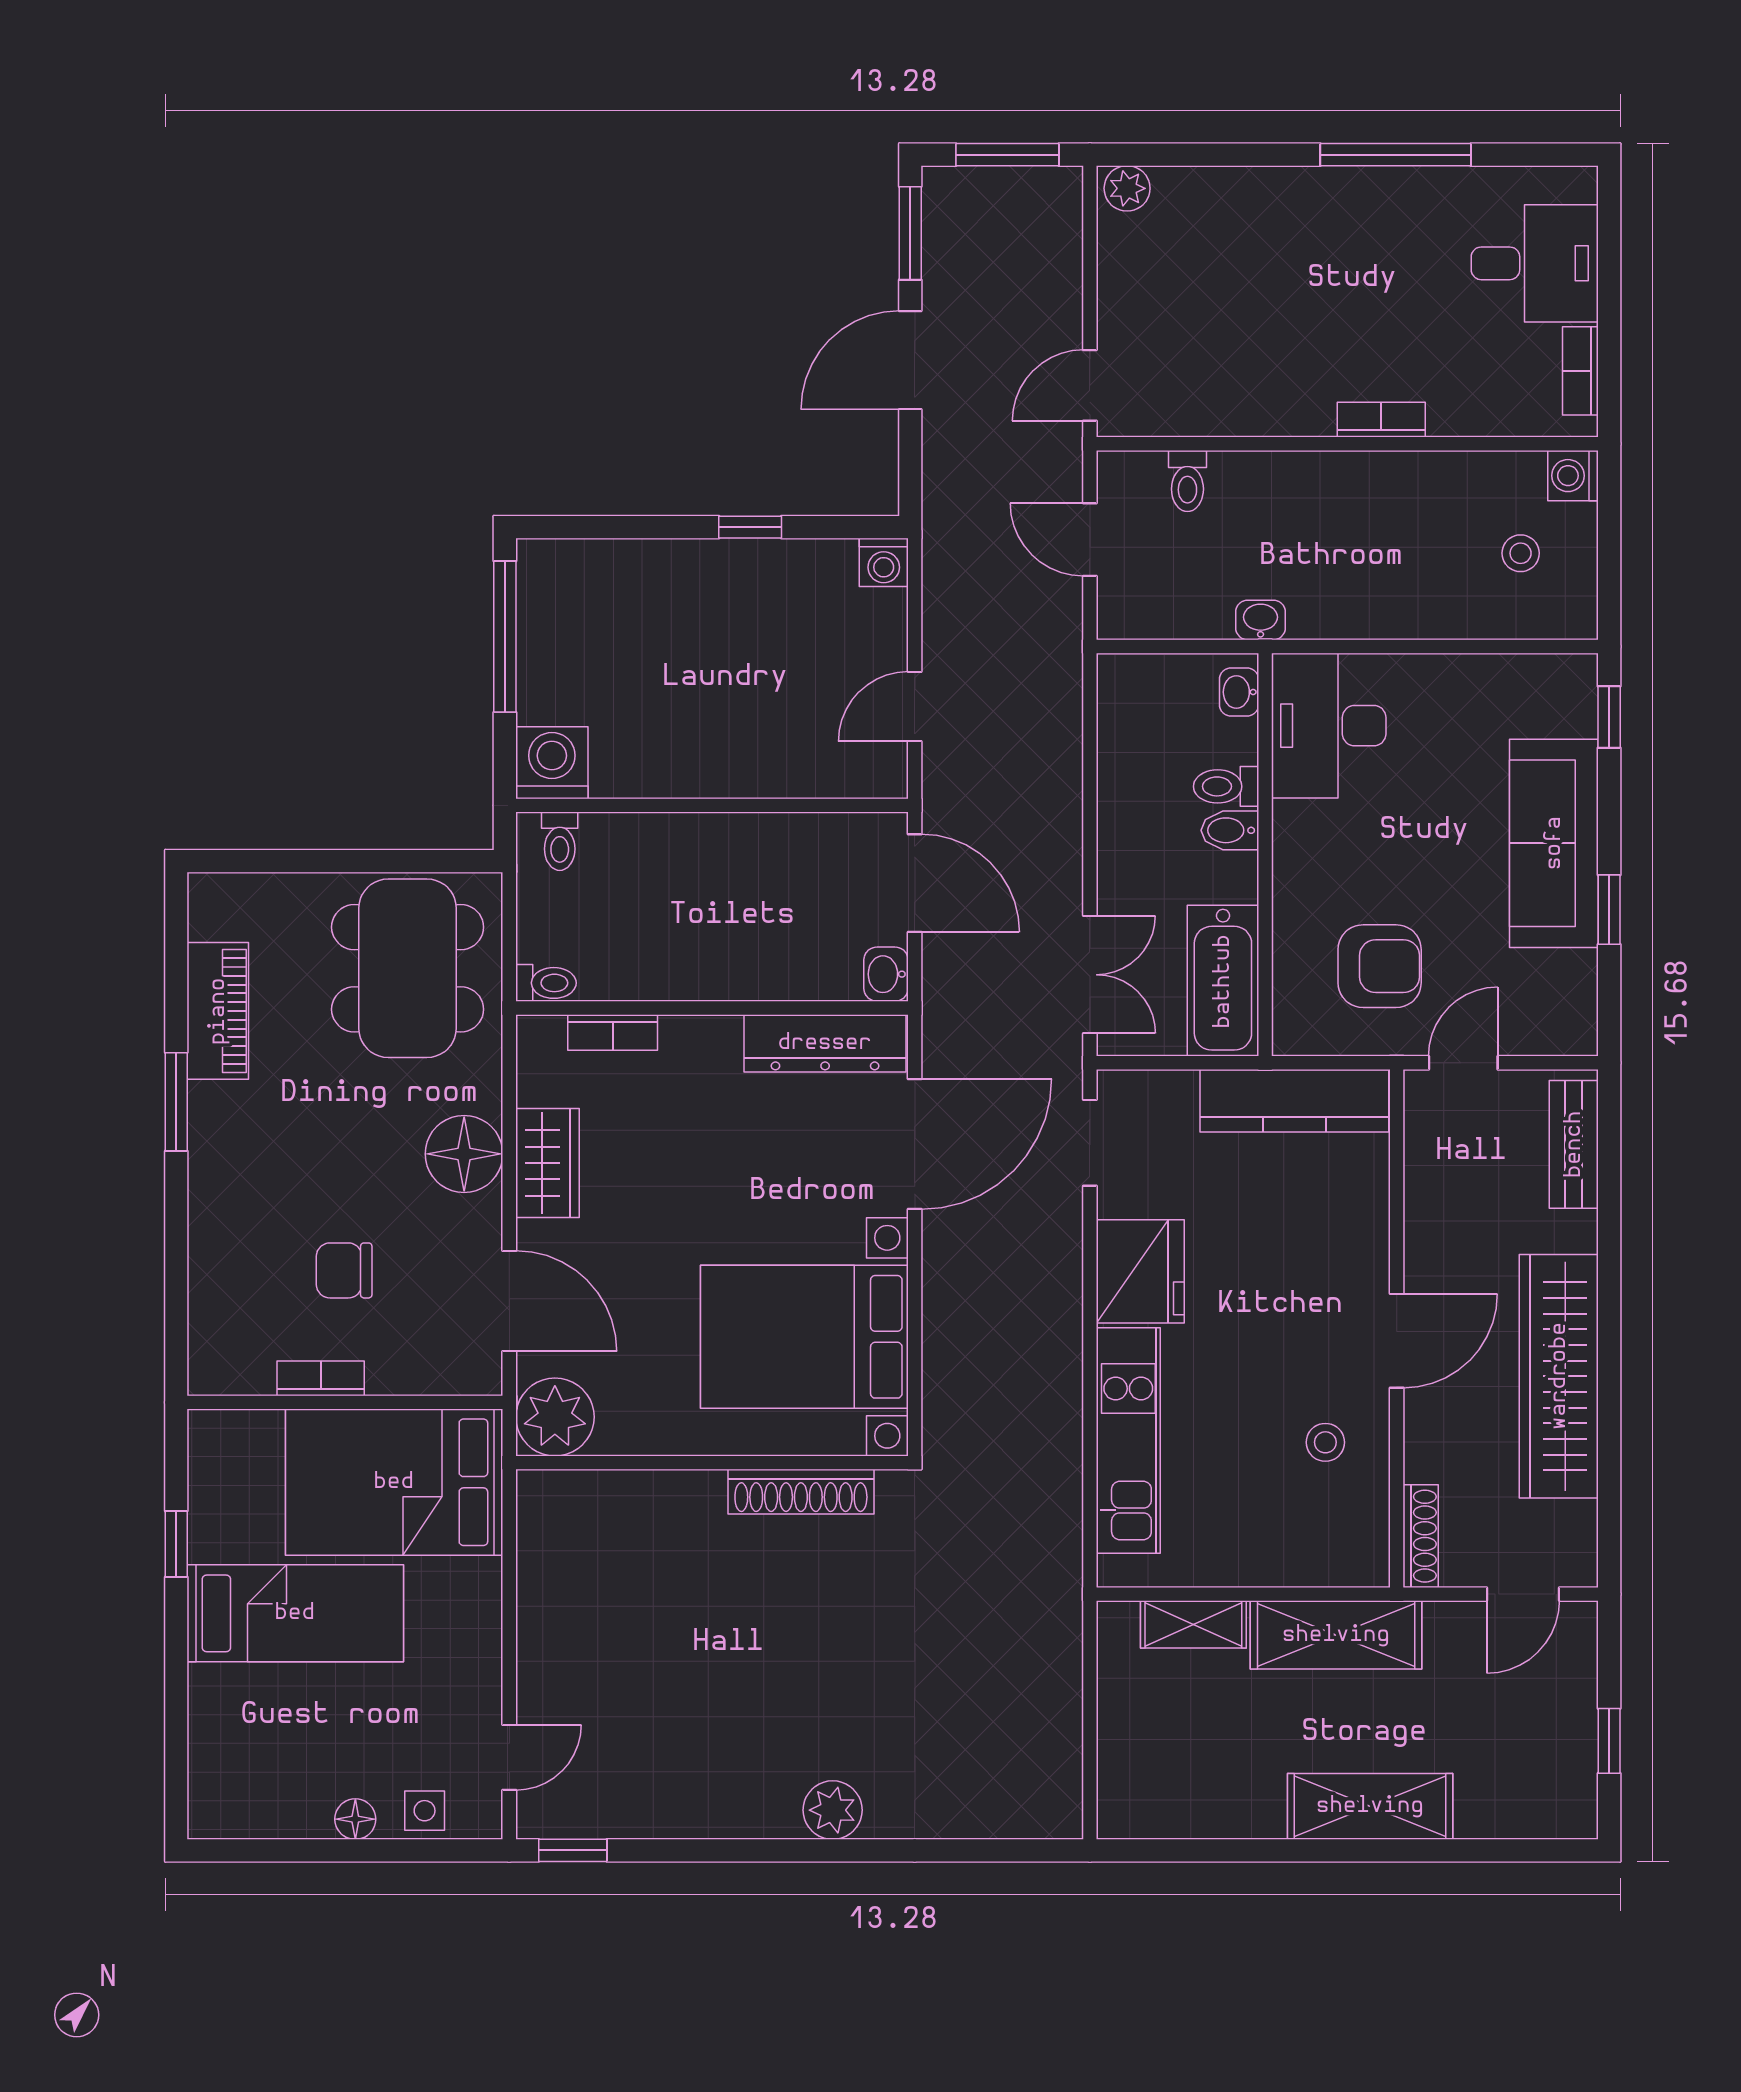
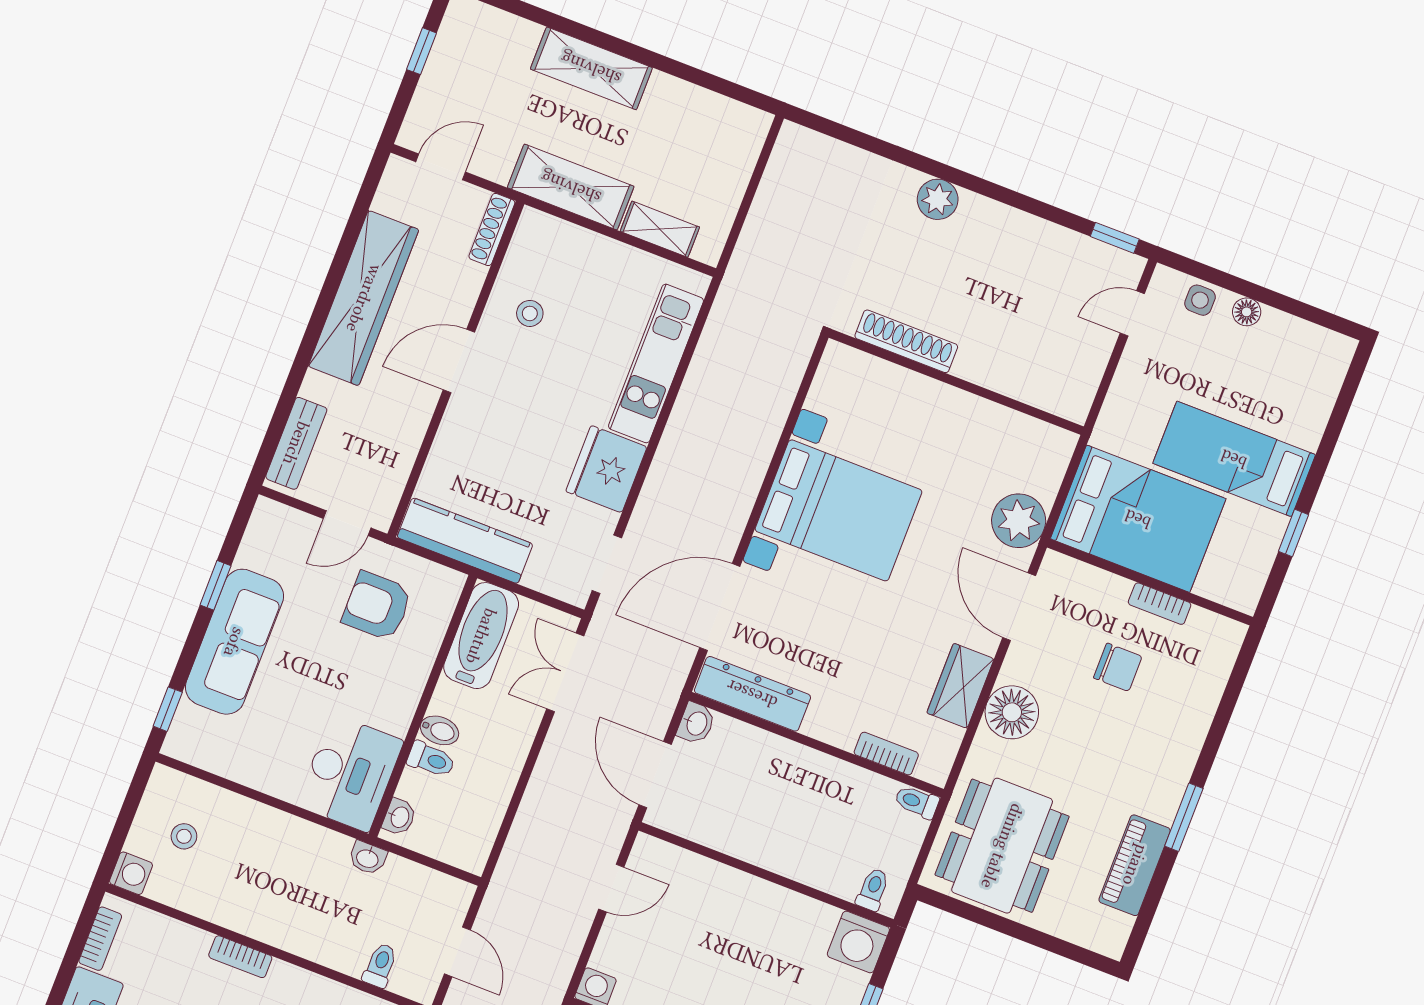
wall: (712, 1463) -> (956, 382), moved
shoe rack: (801, 1492) -> (906, 341), moved

